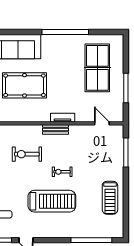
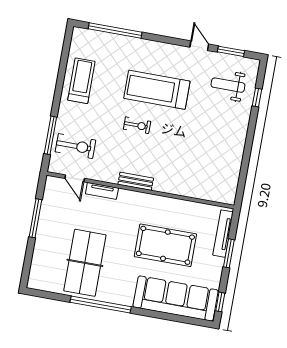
table tennis table: (97, 68) -> (85, 263), moved
tv unit: (63, 118) -> (102, 191), moved
exercise bike: (27, 154) -> (76, 146), moved

